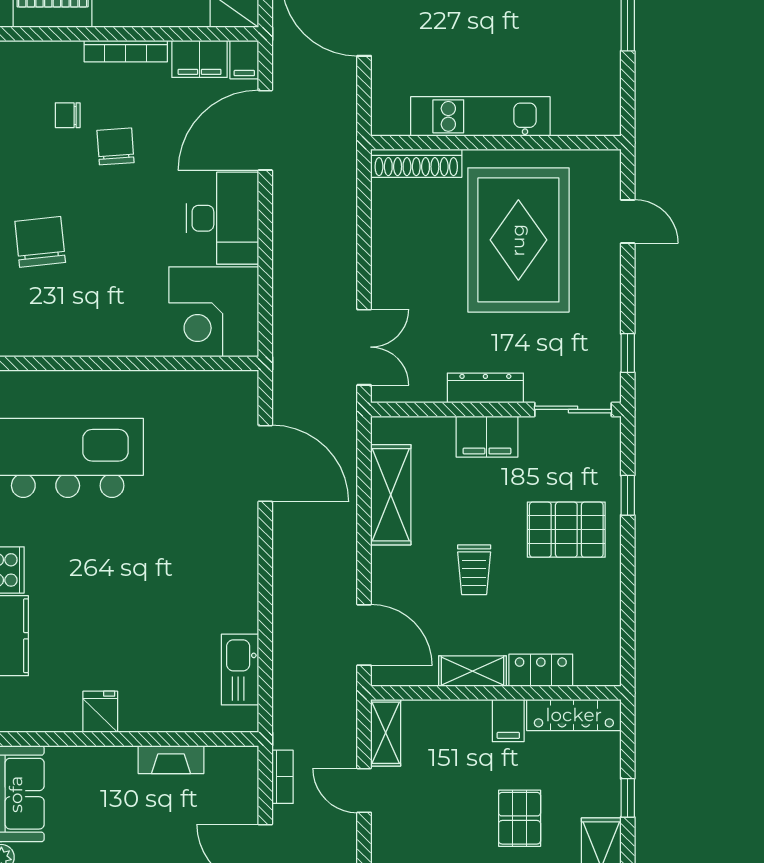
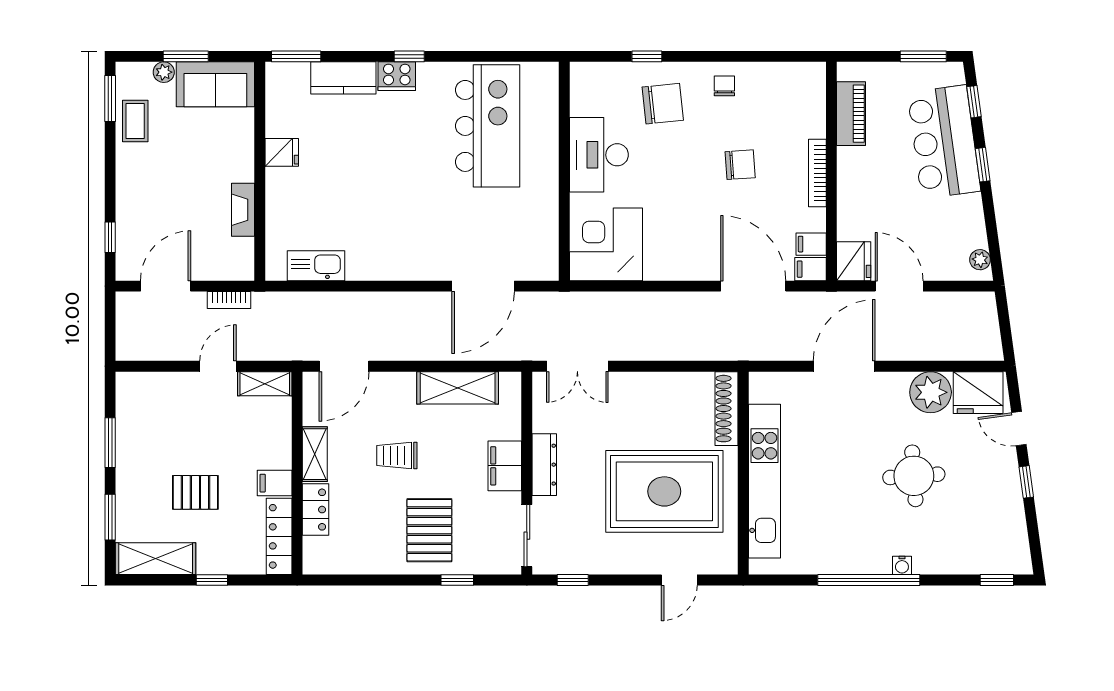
filing cabinet: (200, 59) -> (811, 244), width x0.50
chair: (68, 115) -> (724, 86), moved
kitchen unit: (480, 116) -> (764, 481), width x1.36
desk: (222, 218) -> (599, 155), moved, turned 90

